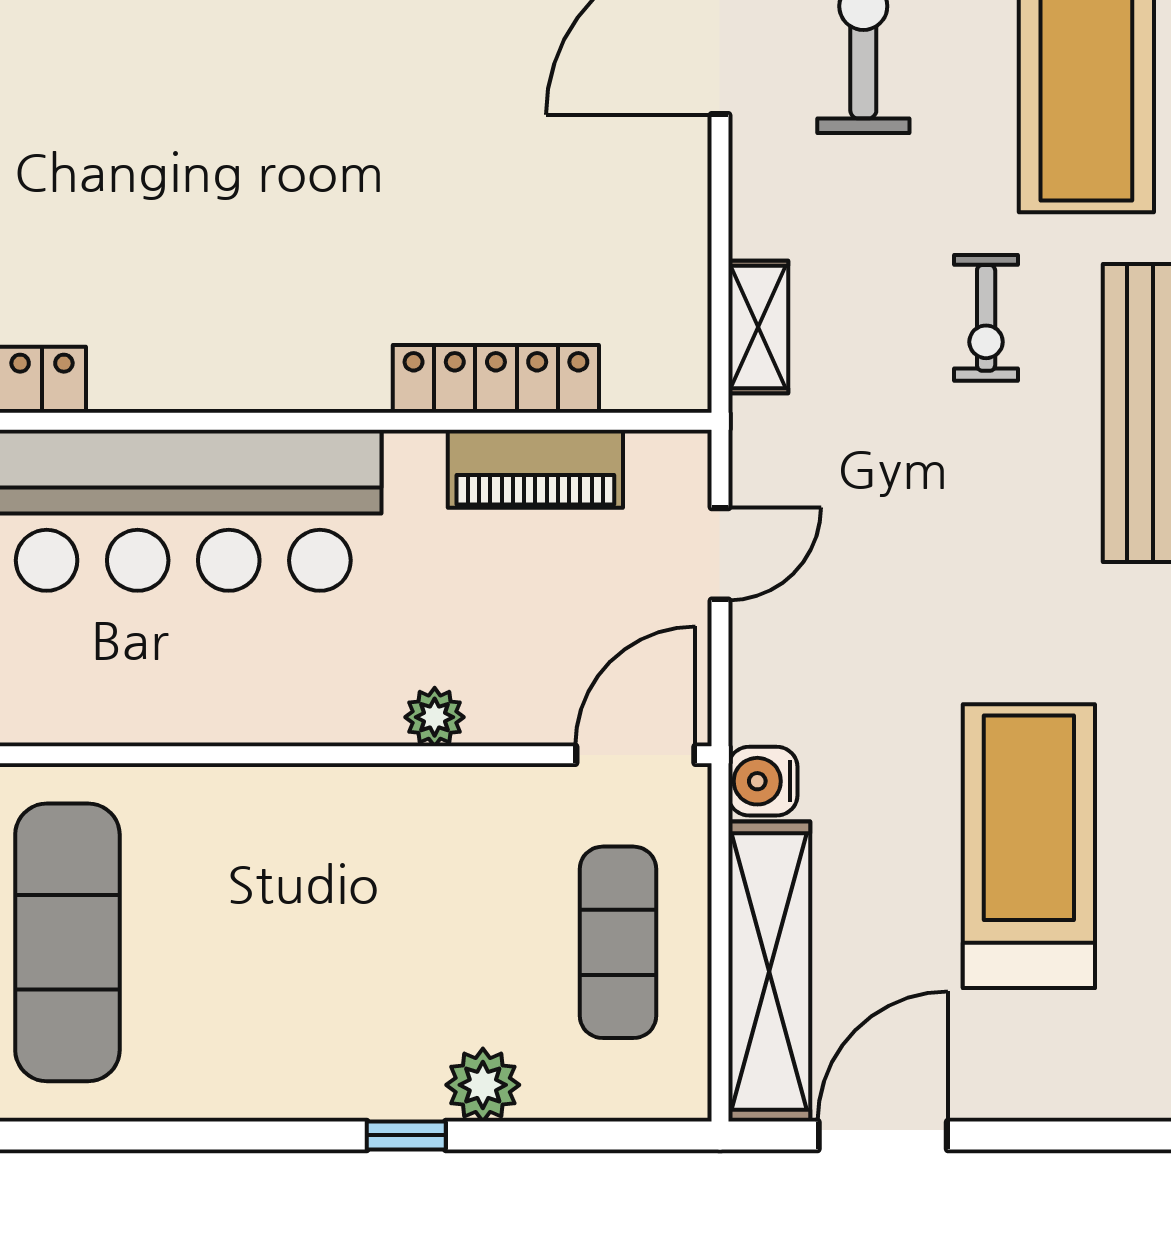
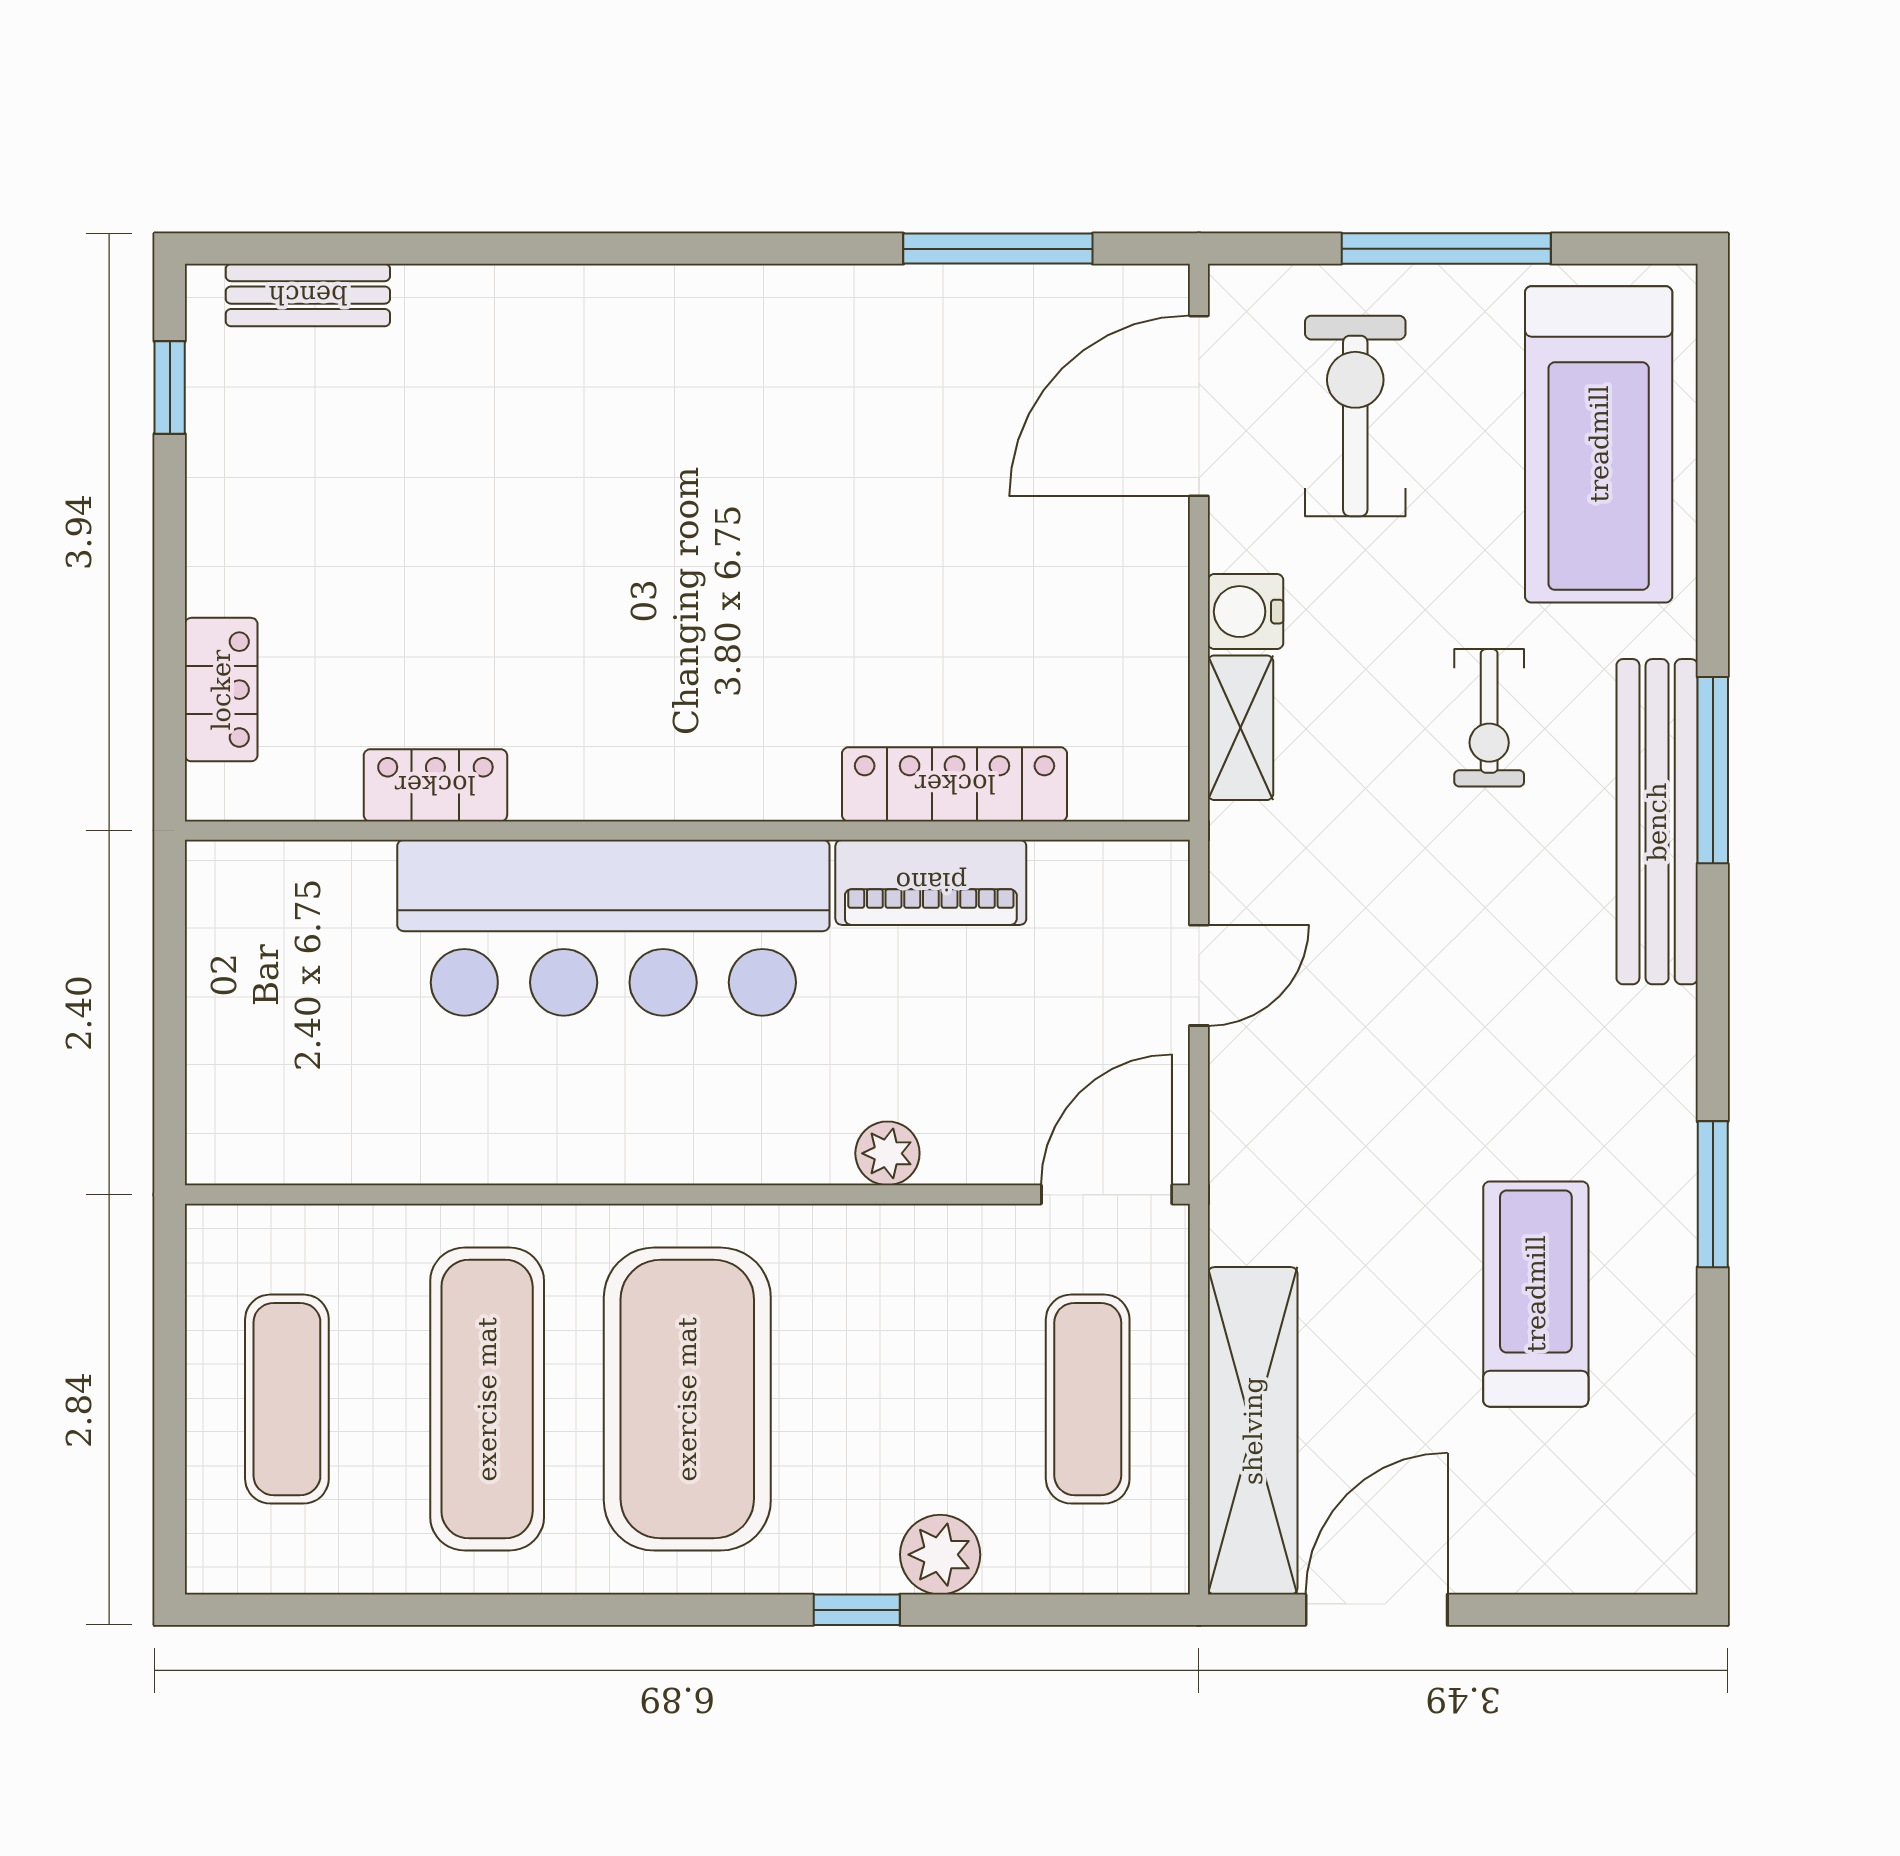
piano: (535, 469) -> (931, 882), moved
water cooler: (763, 781) -> (1246, 612), moved
treadmill: (1029, 846) -> (1536, 1294), width x0.73, depth x0.73
exercise mat: (251, 942) -> (687, 1399), added

